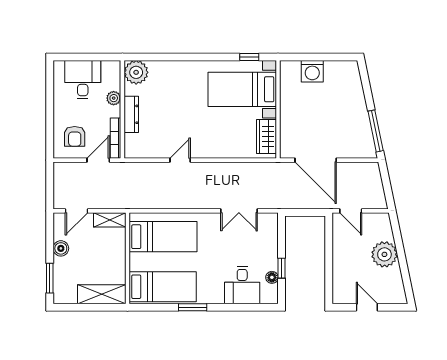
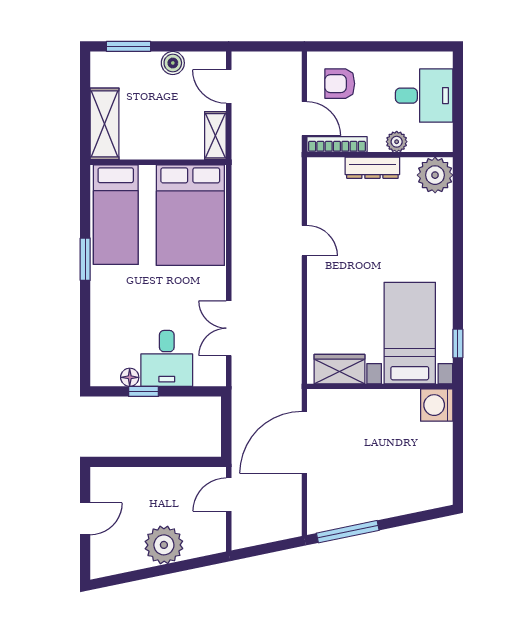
washing machine: (312, 71) -> (437, 405), moved
bed: (163, 237) -> (190, 215), width x1.50
desk: (242, 285) -> (167, 358), moved, turned -90

